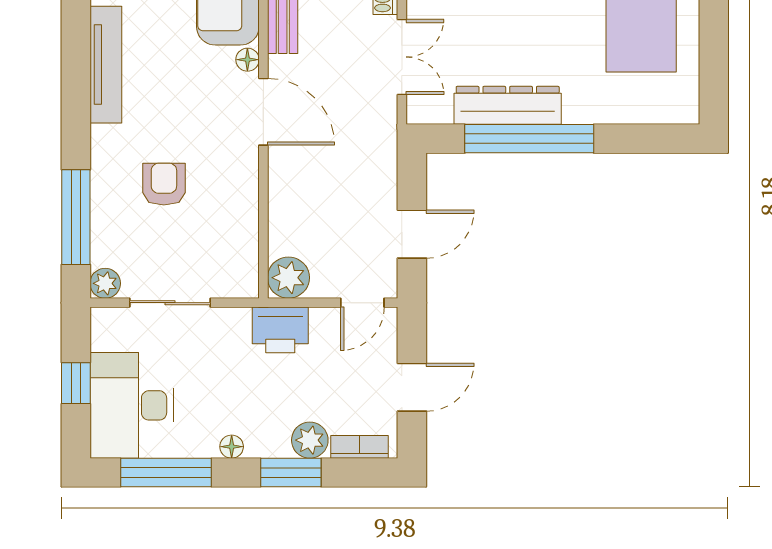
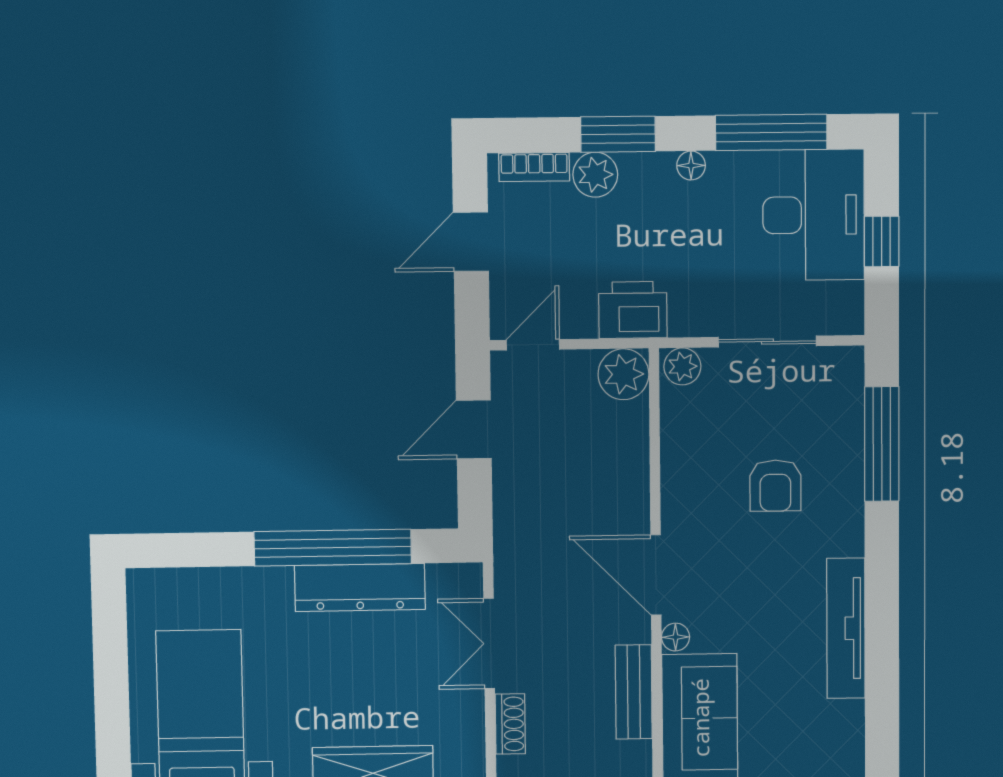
plant: (105, 283) -> (682, 366), moved

